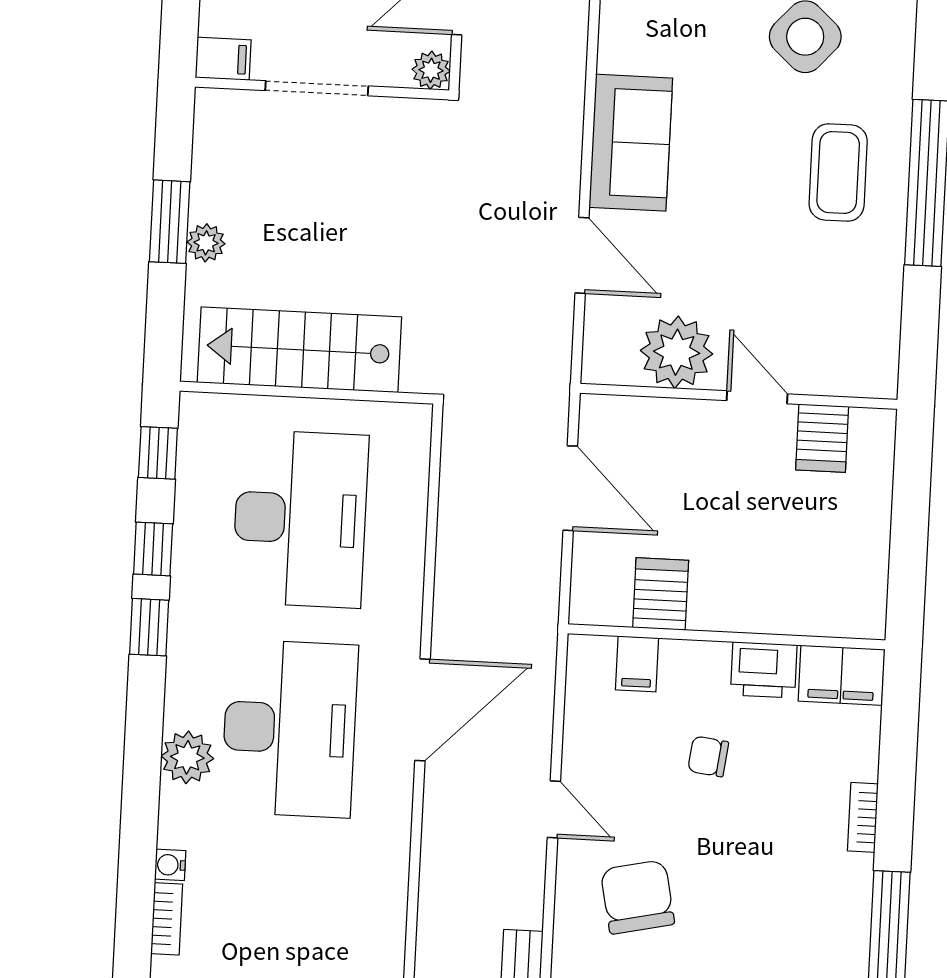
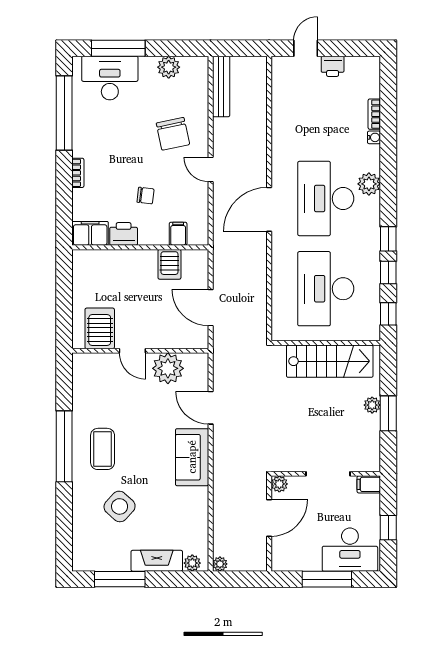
server rack: (822, 438) -> (100, 328), width x1.36, depth x1.44

